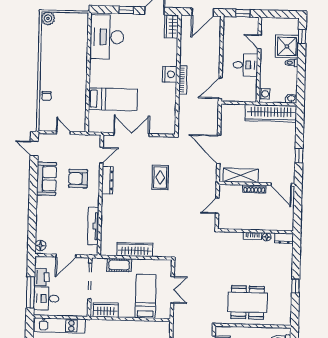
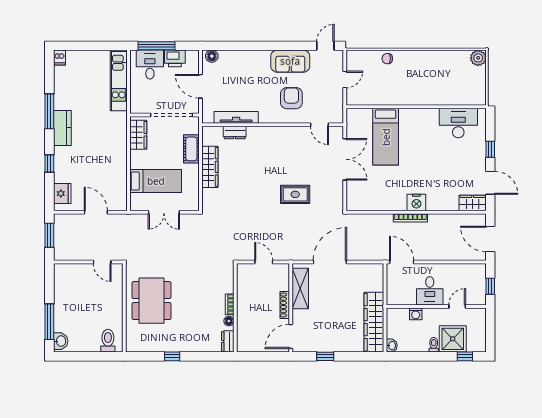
desk: (107, 37) -> (458, 123), width x0.73, depth x0.77
washing machine: (264, 94) -> (416, 314), moved
dresser: (107, 180) -> (235, 133), moved, width x0.70

